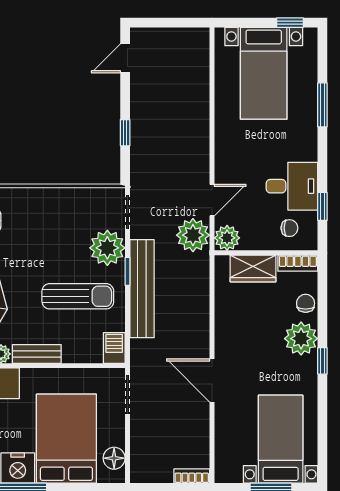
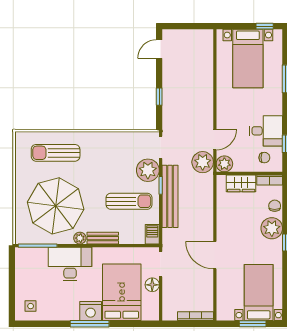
floor lamp: (114, 458) -> (152, 285), moved
bookcase: (192, 476) -> (195, 316), width x1.56

